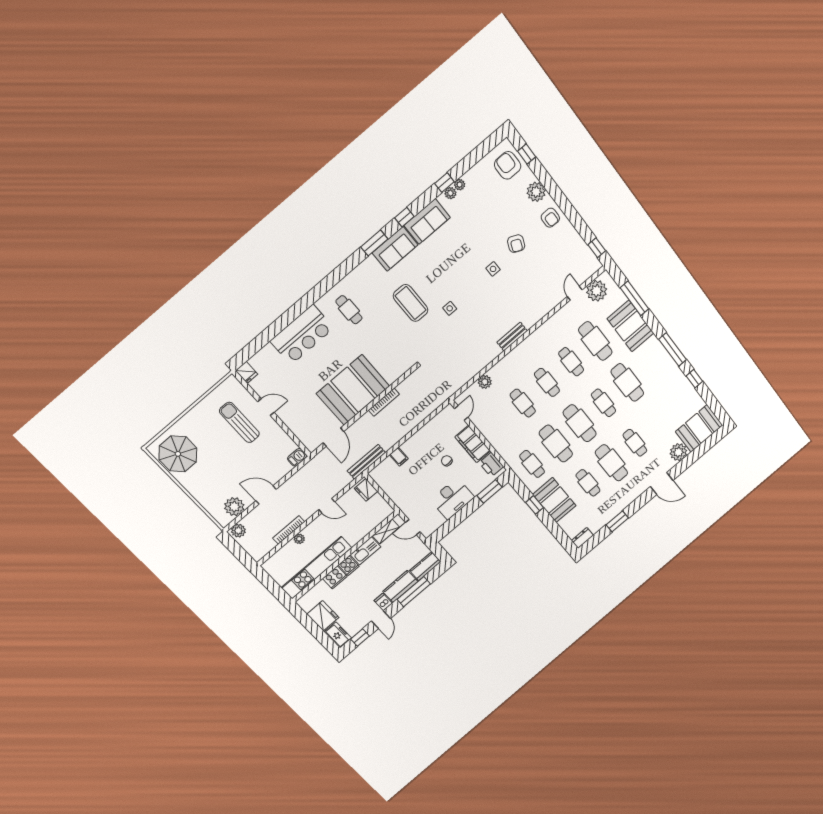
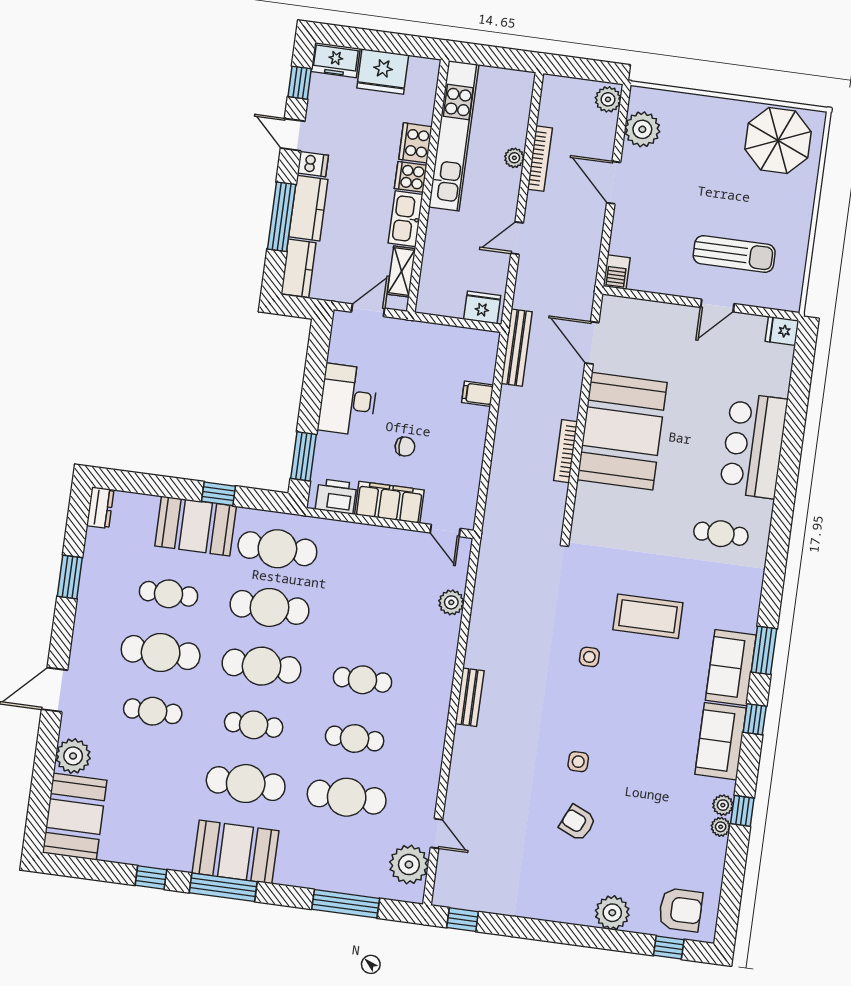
armchair: (550, 218) -> (563, 898), removed
booth: (631, 326) -> (235, 852), moved
cafe table: (523, 403) -> (370, 621), removed
cafe table: (532, 464) -> (277, 549), width x1.37, depth x1.35
door: (266, 495) -> (614, 183), swing flipped

